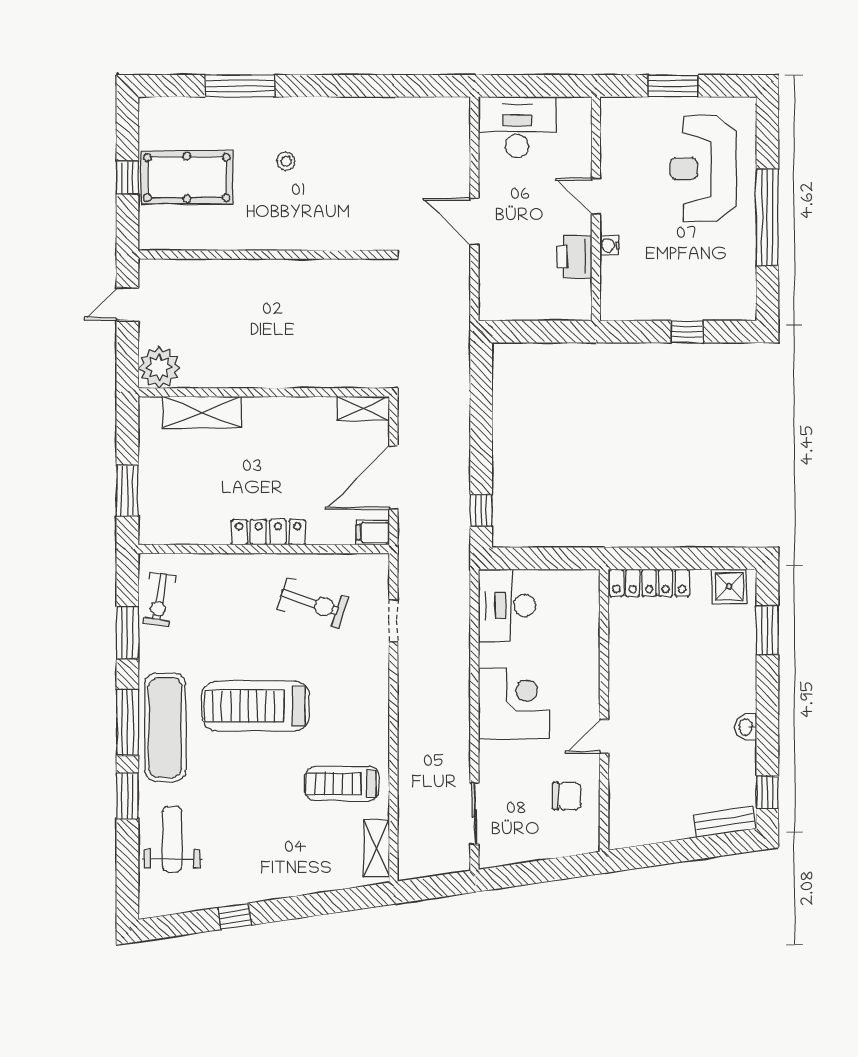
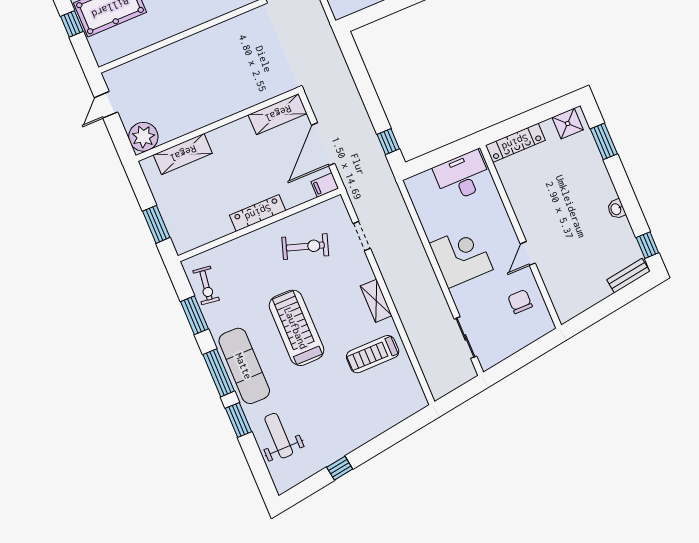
shelving: (363, 408) -> (278, 114), width x1.50, depth x1.33
desk: (507, 605) -> (462, 176), moved, turned 90
treadmill: (256, 706) -> (296, 328), turned 90
chair: (567, 796) -> (520, 302), turned -90
shelving: (376, 848) -> (376, 301), moved

